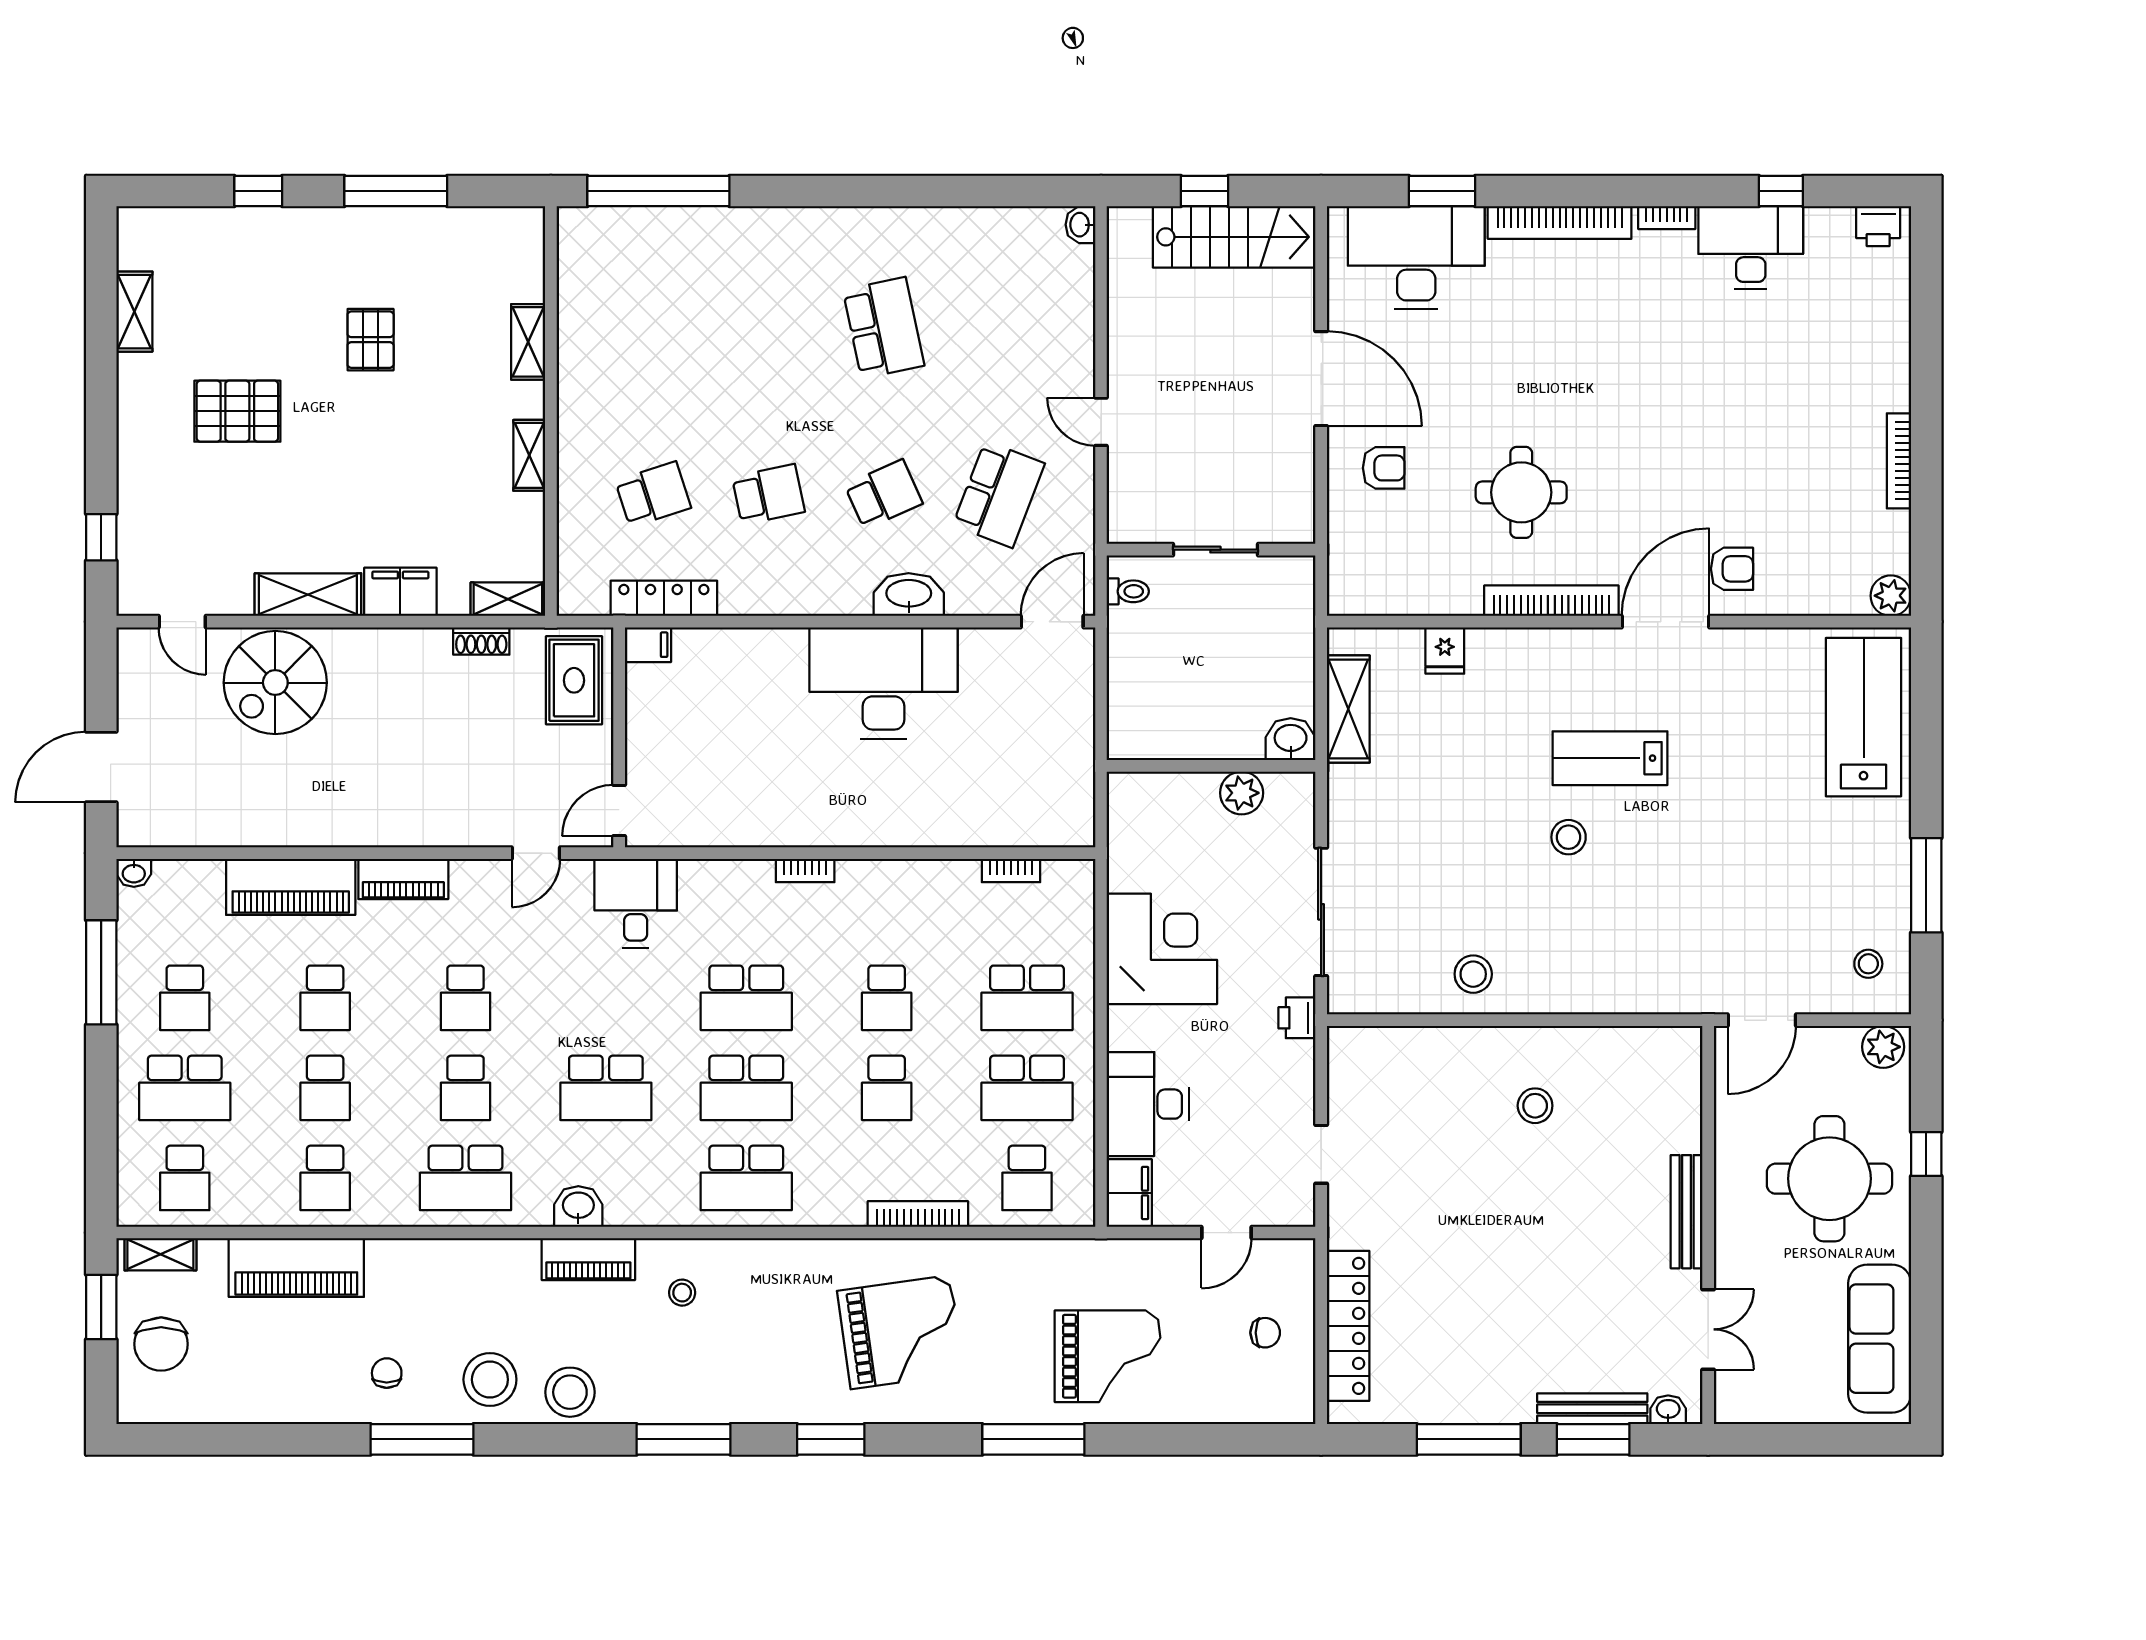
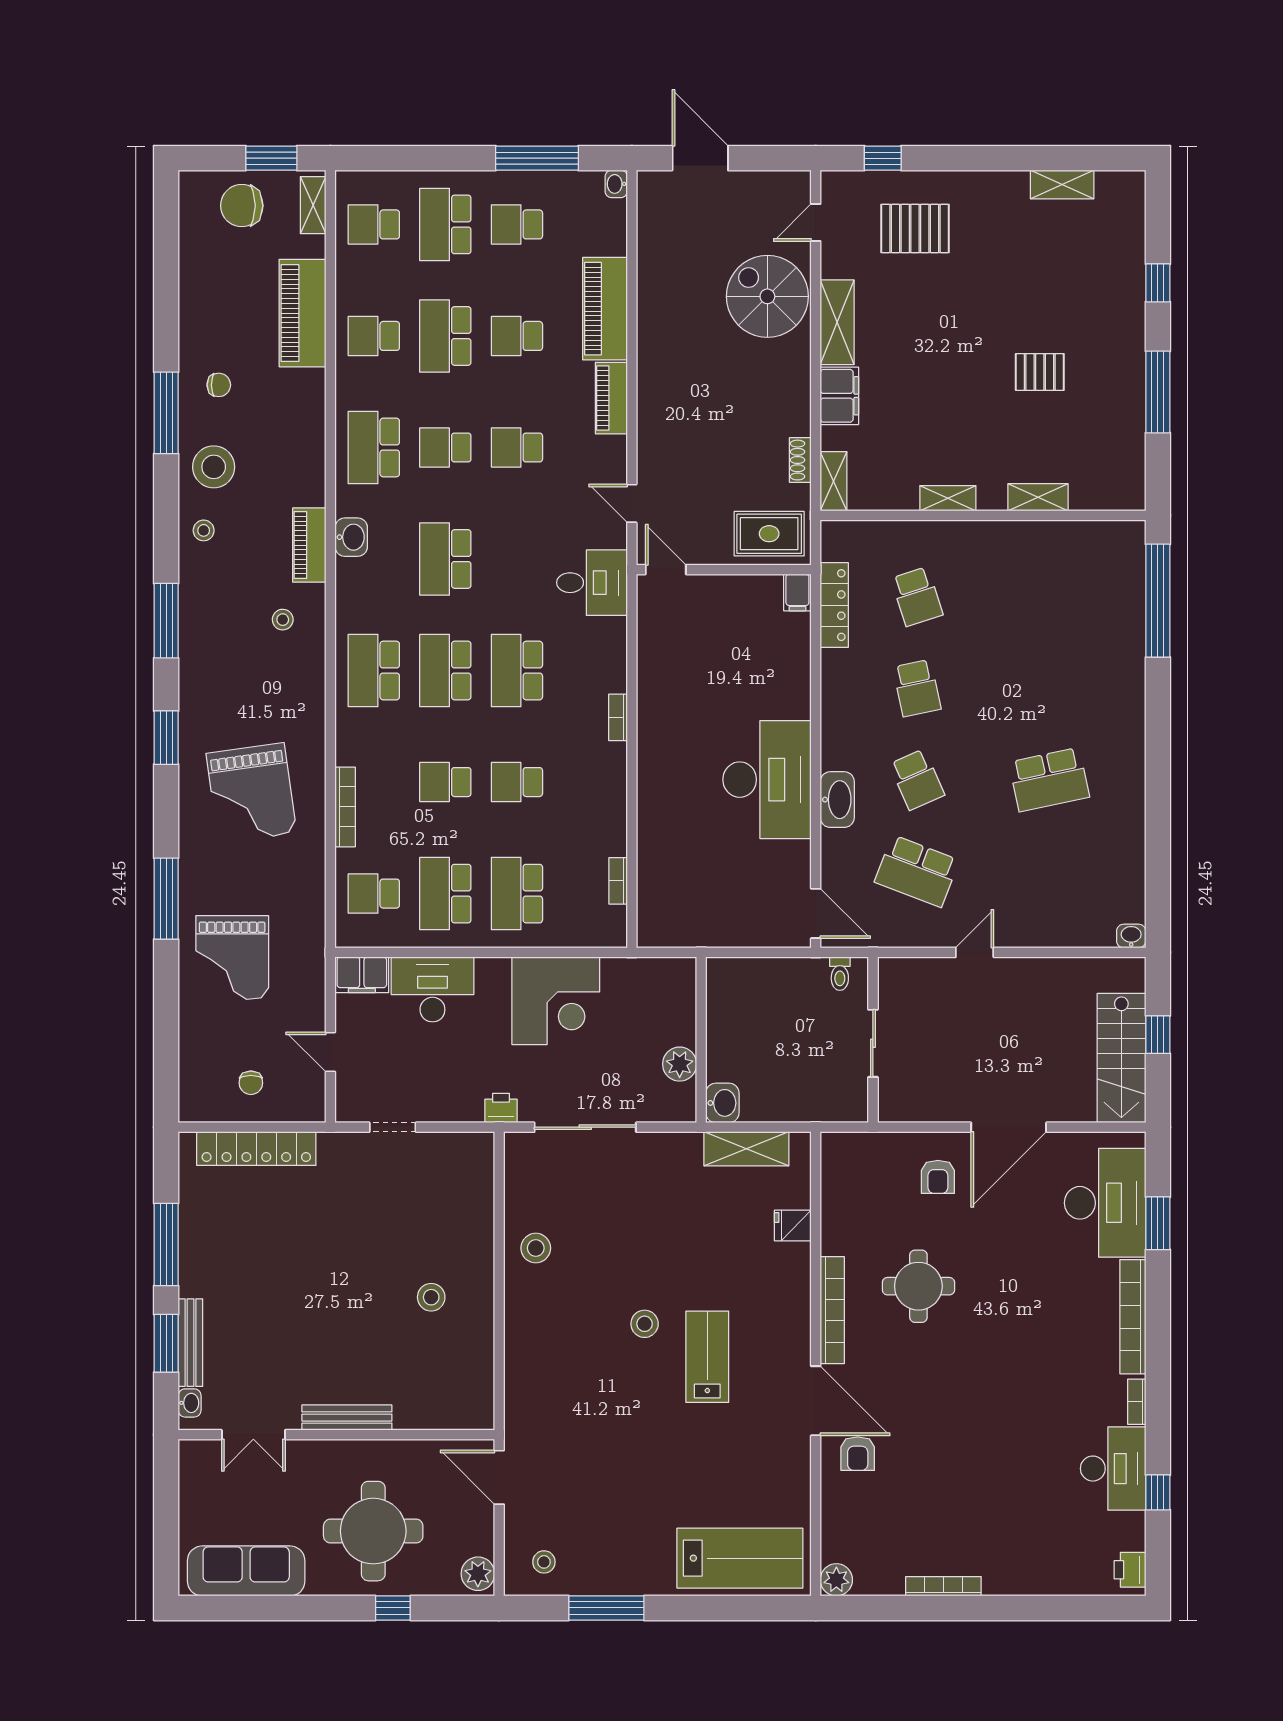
pallet: (237, 411) -> (915, 228), moved, turned 90
school desk: (325, 1088) -> (445, 336), width x1.85
stool: (570, 1392) -> (204, 530), width x0.53, depth x0.53

